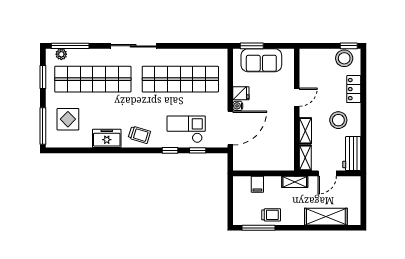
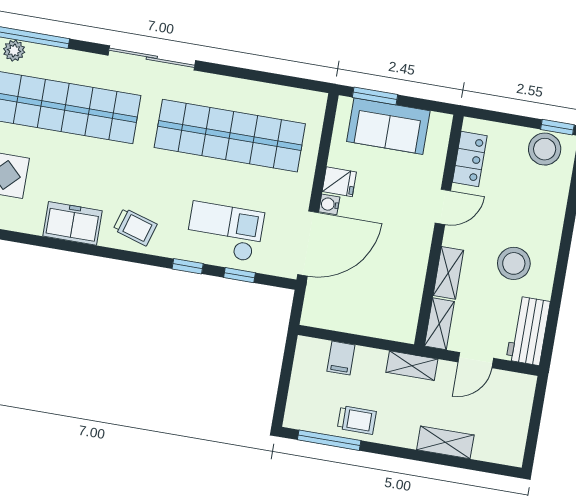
locker: (354, 89) -> (470, 159), moved, turned 180
shelving: (326, 217) -> (445, 442), width x0.67, depth x0.75

